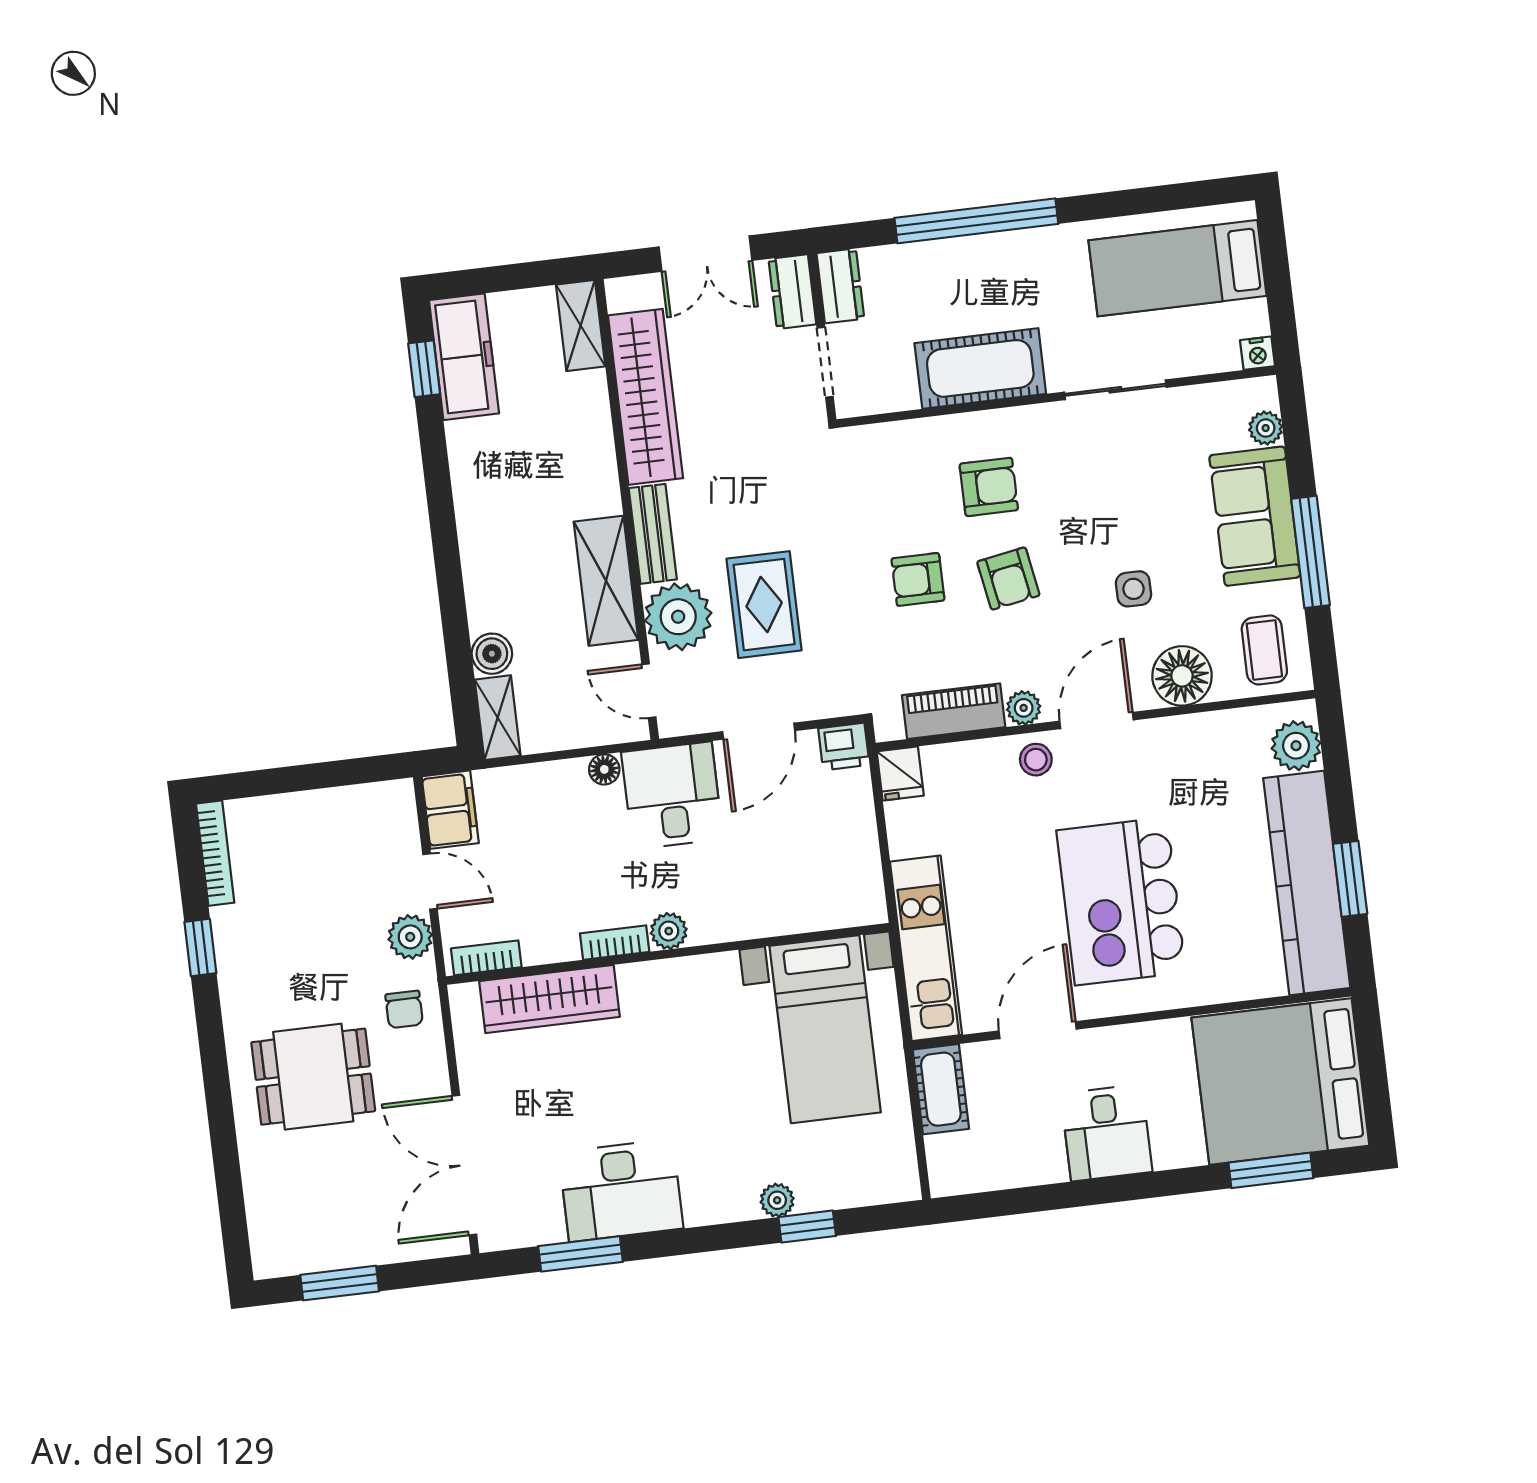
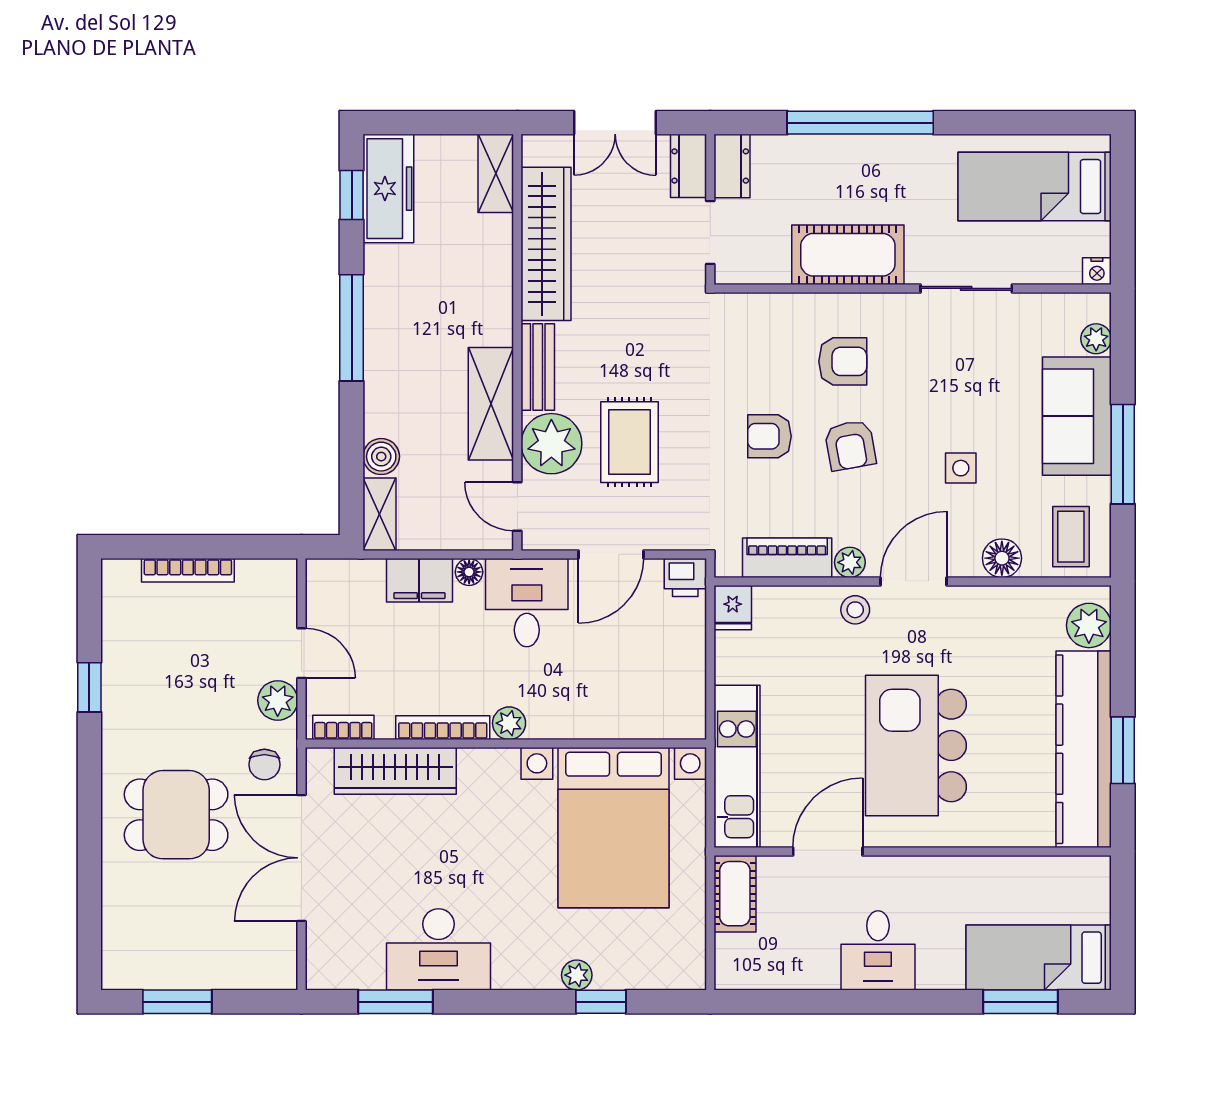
window: (442, 515) -> (352, 328), added
floor lamp: (1182, 676) -> (1002, 558), width x0.73, depth x0.73
filing cabinet: (450, 810) -> (419, 580), moved, turned 90
bookcase: (215, 853) -> (188, 570), moved, turned 90
bookcase: (615, 943) -> (443, 728), width x1.56
bed with nightstands: (825, 1029) -> (614, 828), width x1.36
bed: (1280, 1082) -> (1039, 958), width x0.49
double door: (464, 1165) -> (301, 858), moved

